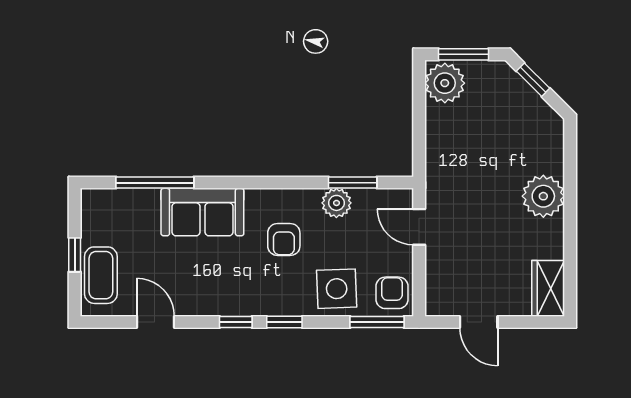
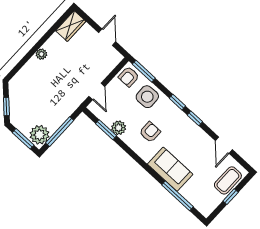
window: (419, 116) -> (60, 132), added
plant: (543, 196) -> (41, 54), width x0.53, depth x0.53

